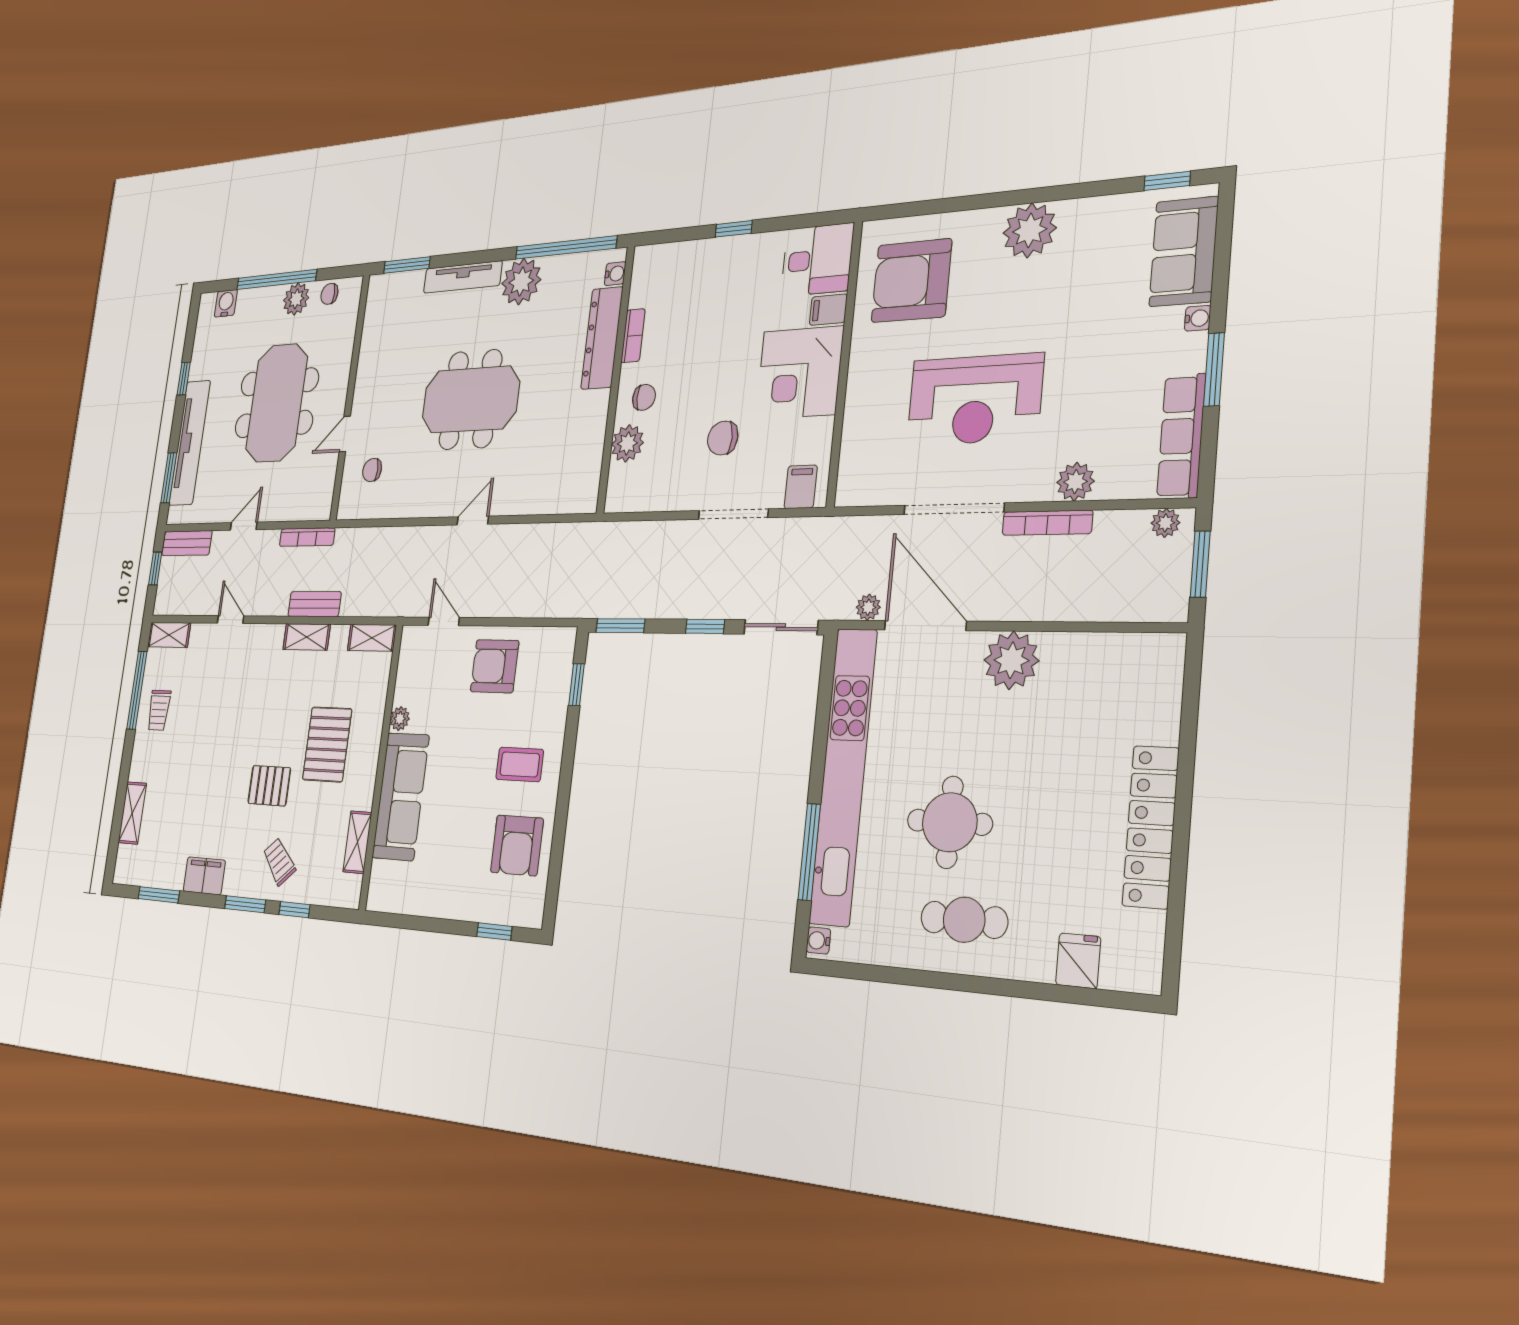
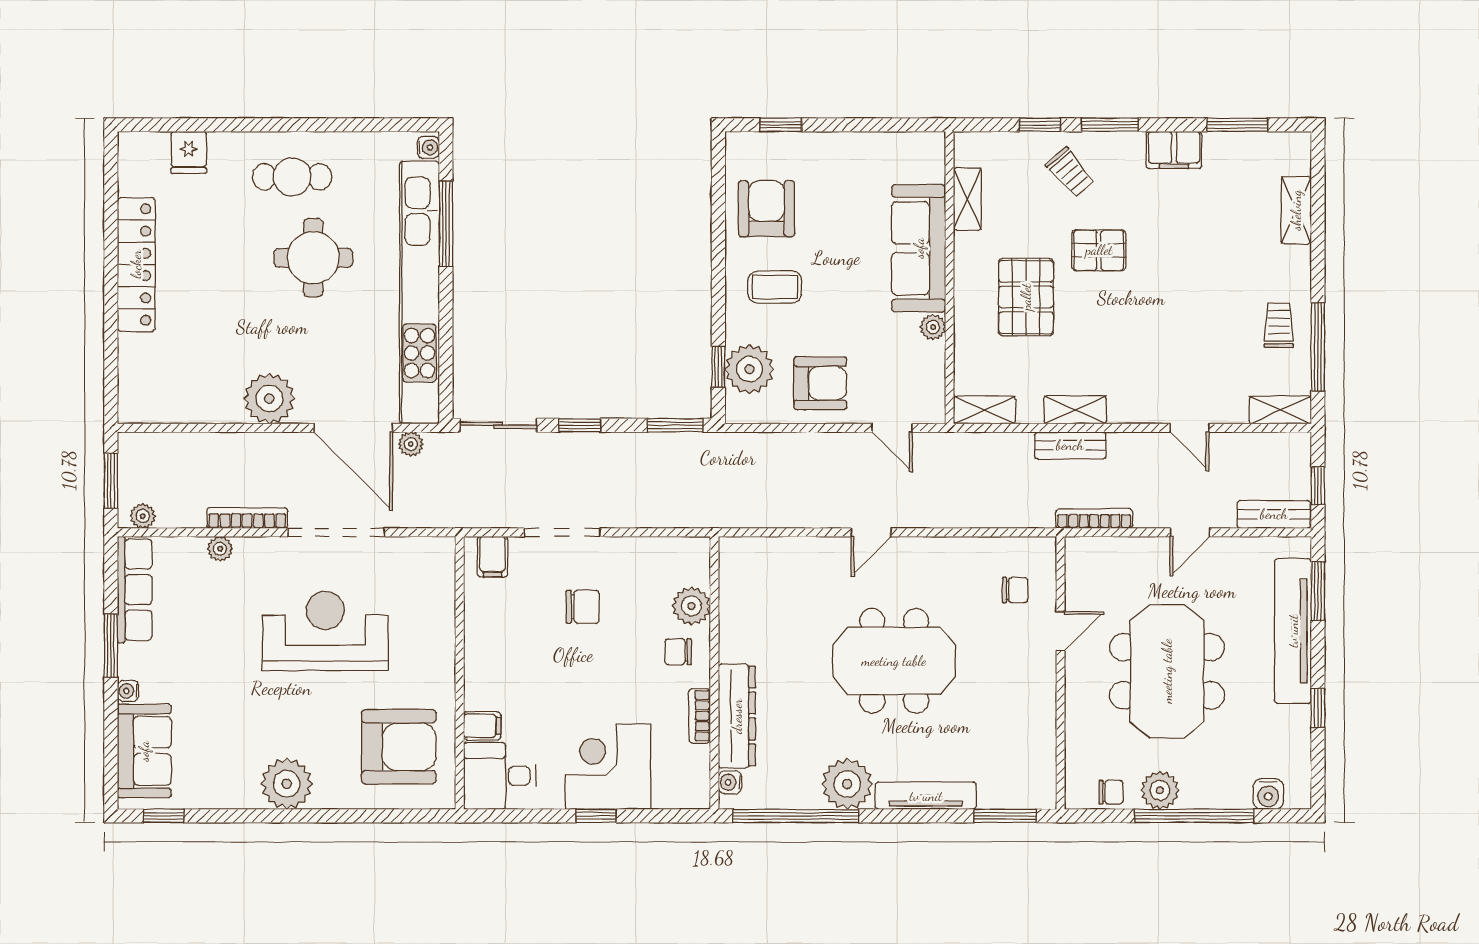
corner desk: (799, 373) -> (608, 767), moved, turned -90
plant: (1075, 482) -> (220, 549), width x0.73, depth x0.73
plant: (551, 682) -> (749, 369), added

